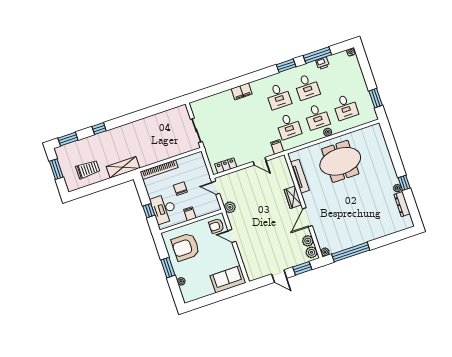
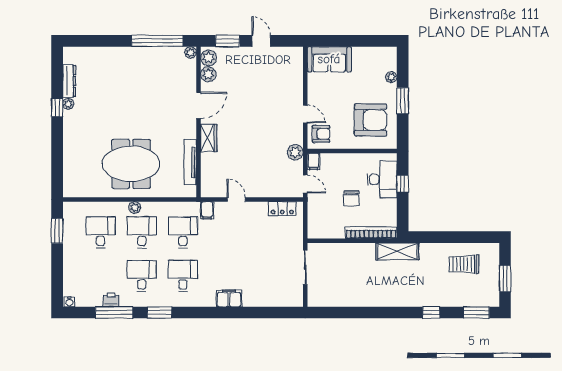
shelving: (123, 167) -> (397, 251), moved
filing cabinet: (190, 214) -> (314, 162), moved

